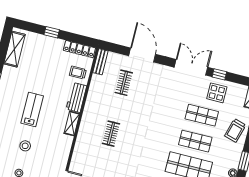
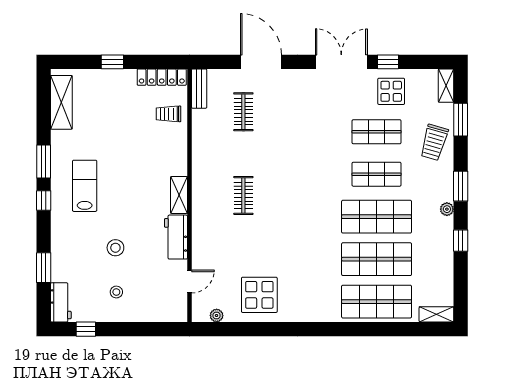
workbench: (76, 97) -> (176, 237), moved
lab bench: (32, 109) -> (85, 186), moved

